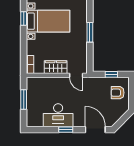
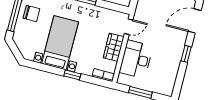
window: (24, 19) -> (72, 75), moved
desk: (58, 115) -> (136, 59), moved, turned 180

